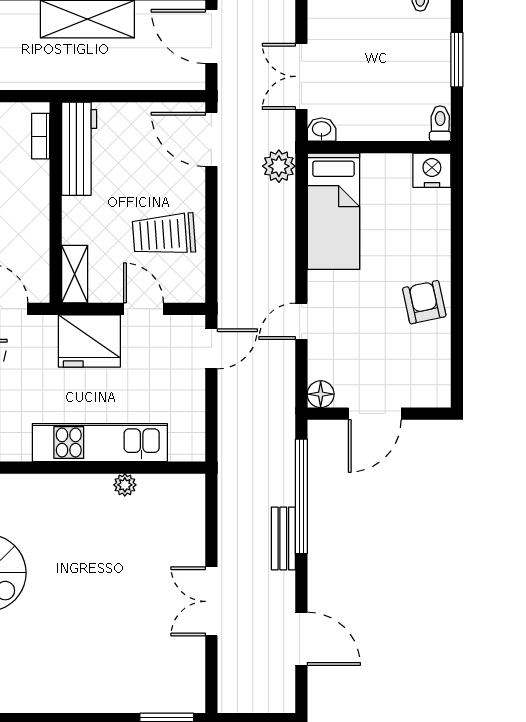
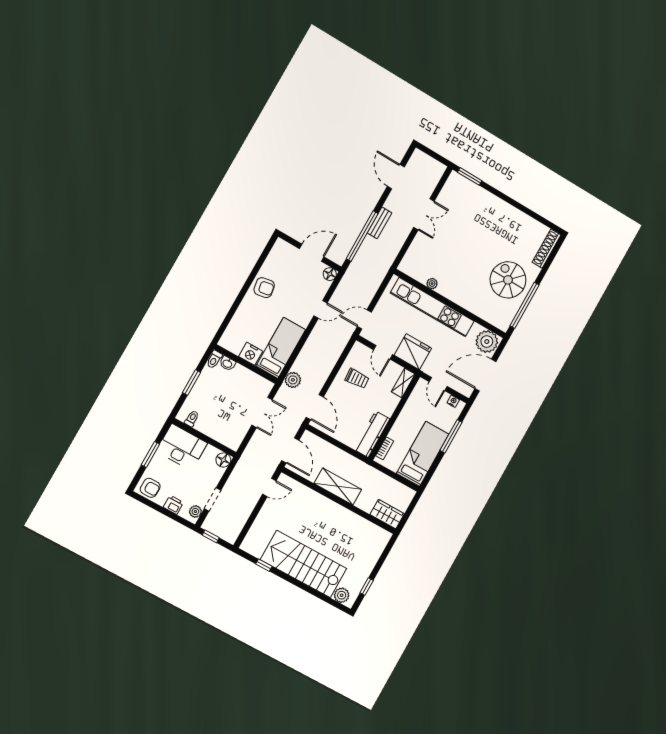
washbasin: (322, 130) -> (227, 363), moved
nightstand: (432, 170) -> (251, 354), moved
trolley: (164, 234) -> (357, 379), width x0.73, depth x0.72
armchair: (424, 302) -> (264, 288), turned -88
kitchen unit: (100, 443) -> (432, 307), width x1.36

